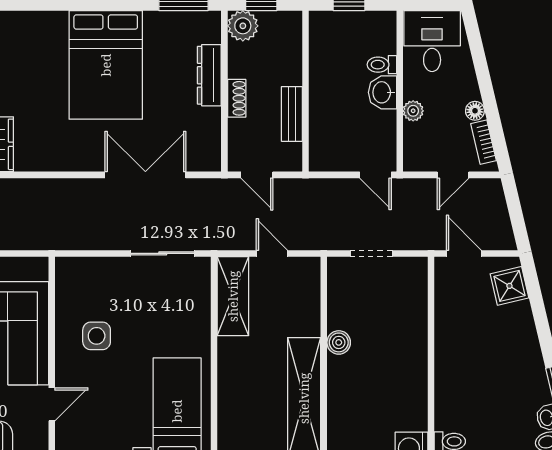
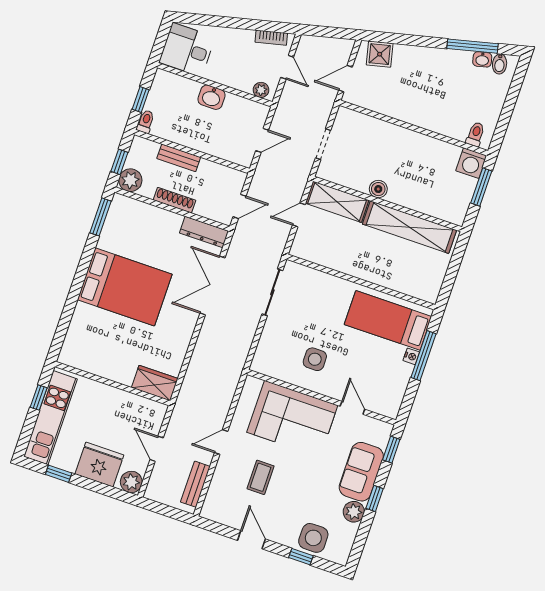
toilet: (382, 65) -> (146, 122), moved, turned 180
dresser: (209, 75) -> (204, 232), moved
shoe rack: (237, 98) -> (175, 200), width x1.43
plant: (413, 111) -> (261, 90), moved
floor lamp: (475, 111) -> (247, 36), removed
bench: (292, 114) -> (179, 158), moved
door: (376, 175) -> (262, 140), moved
shelving: (233, 296) -> (337, 202), moved

